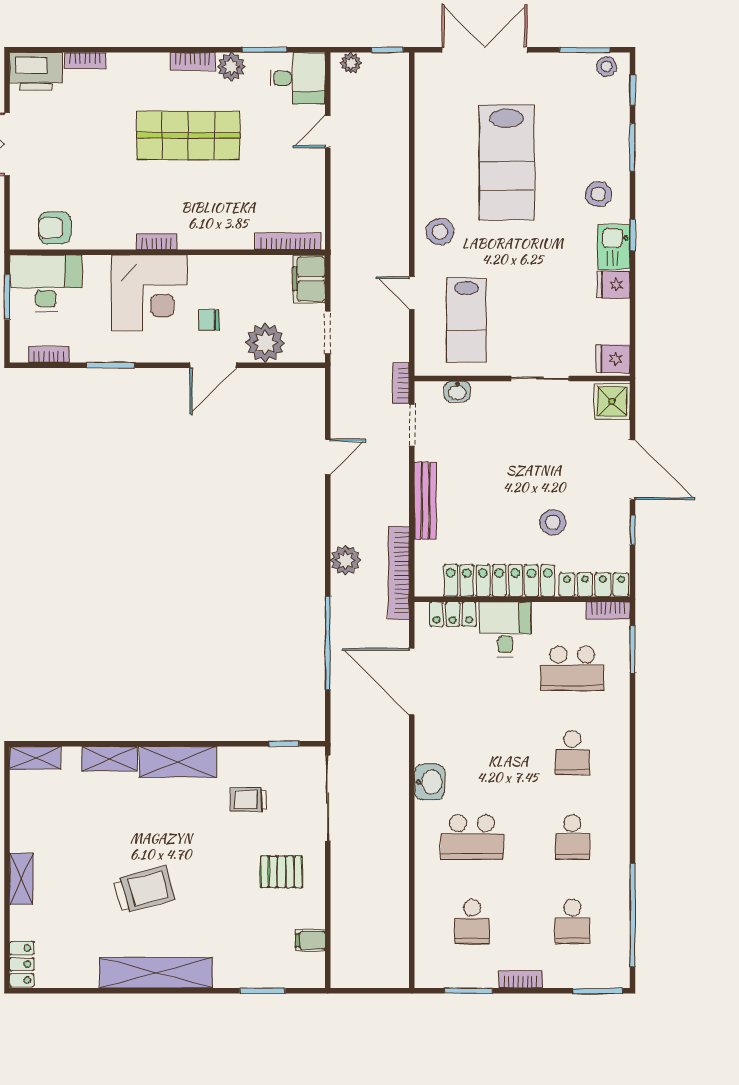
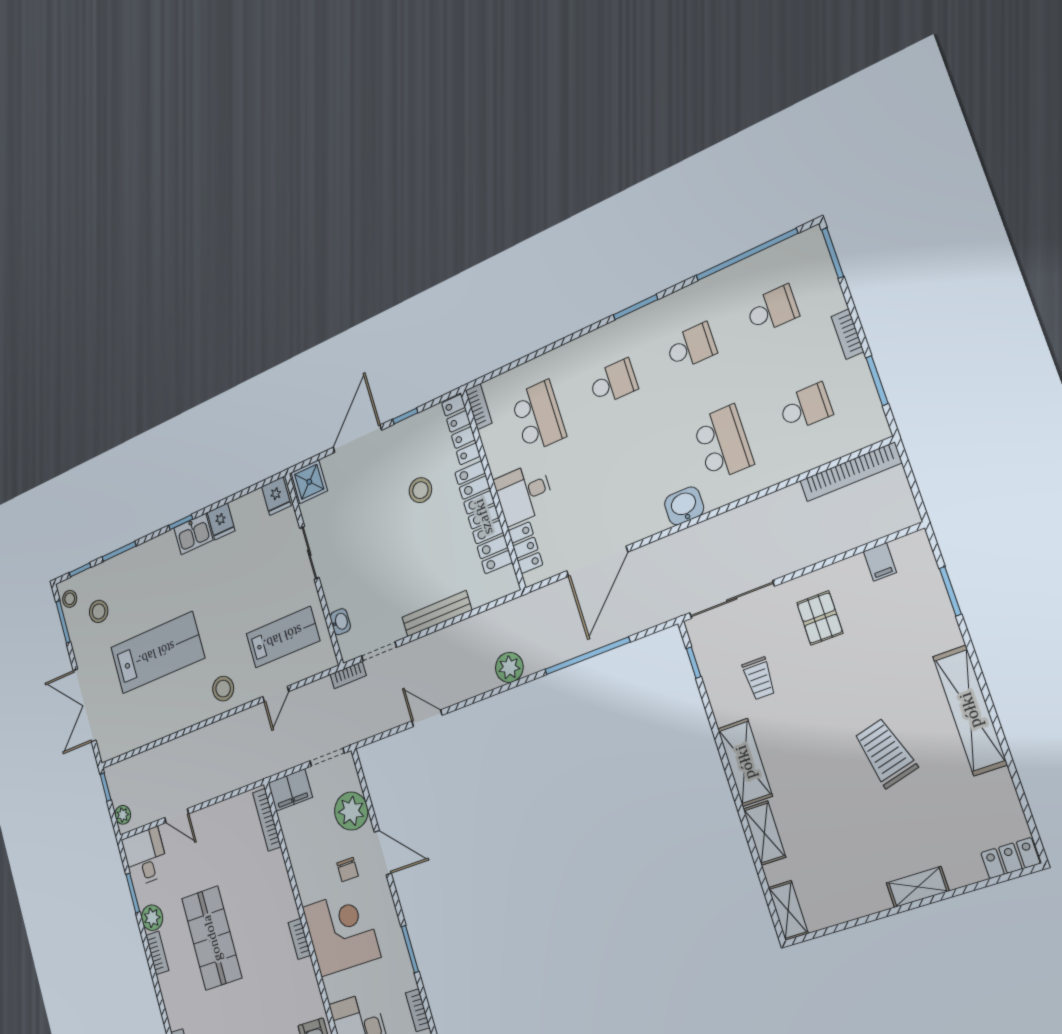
stool: (598, 194) -> (99, 611), moved
bookcase: (399, 573) -> (851, 472), moved
window: (633, 649) -> (636, 307), moved

